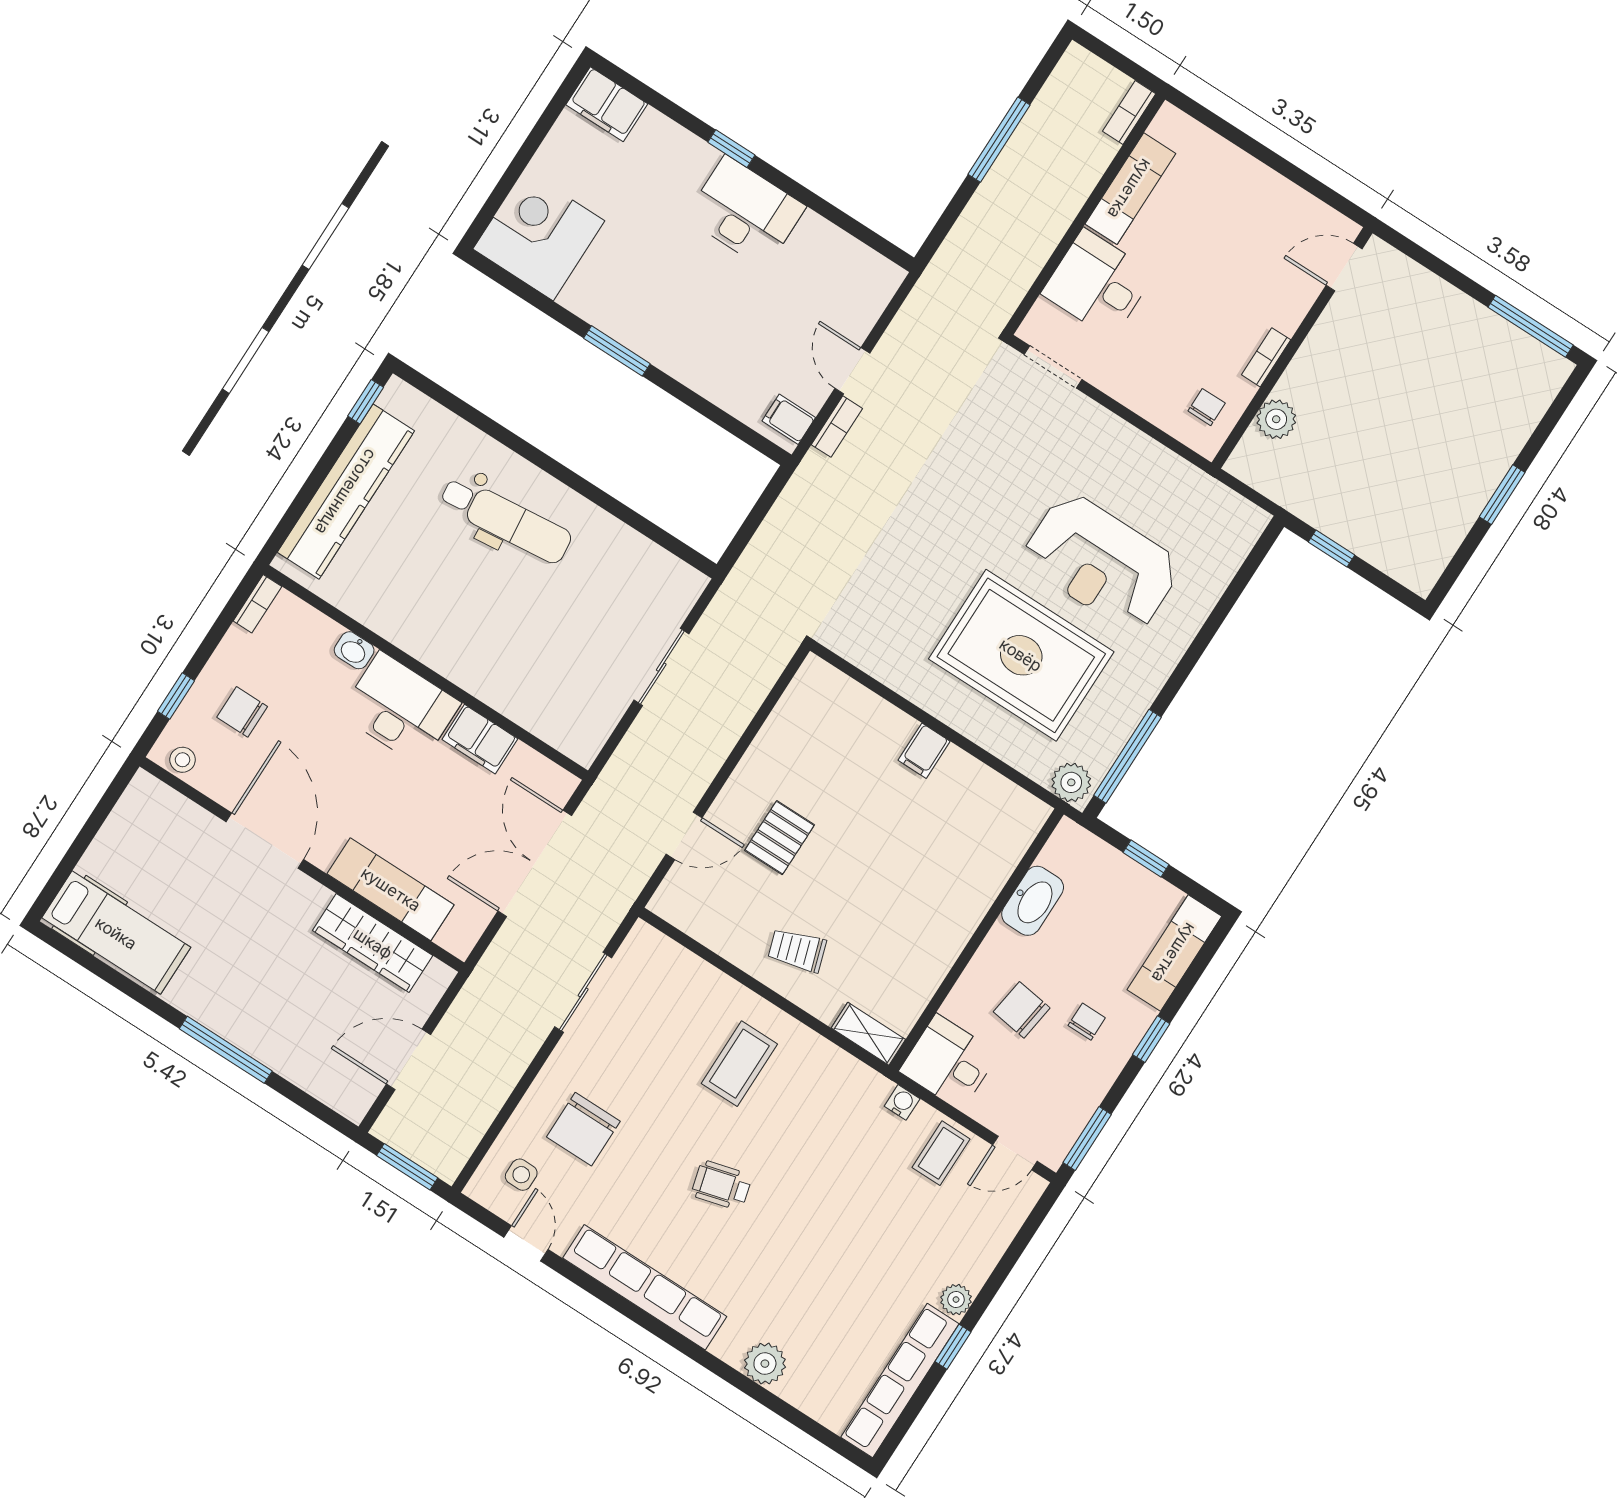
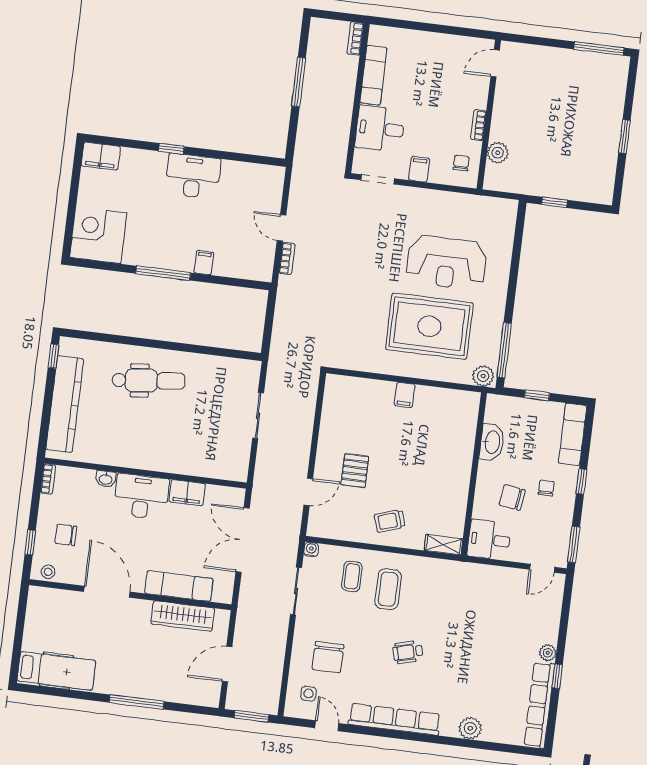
window: (617, 351) -> (163, 273), width x1.44
filing cabinet: (1131, 383) -> (419, 169), added
filing cabinet: (789, 419) -> (204, 263), moved, turned 90
water cooler: (902, 1102) -> (311, 550), moved
coffee table: (941, 1153) -> (352, 576), moved

